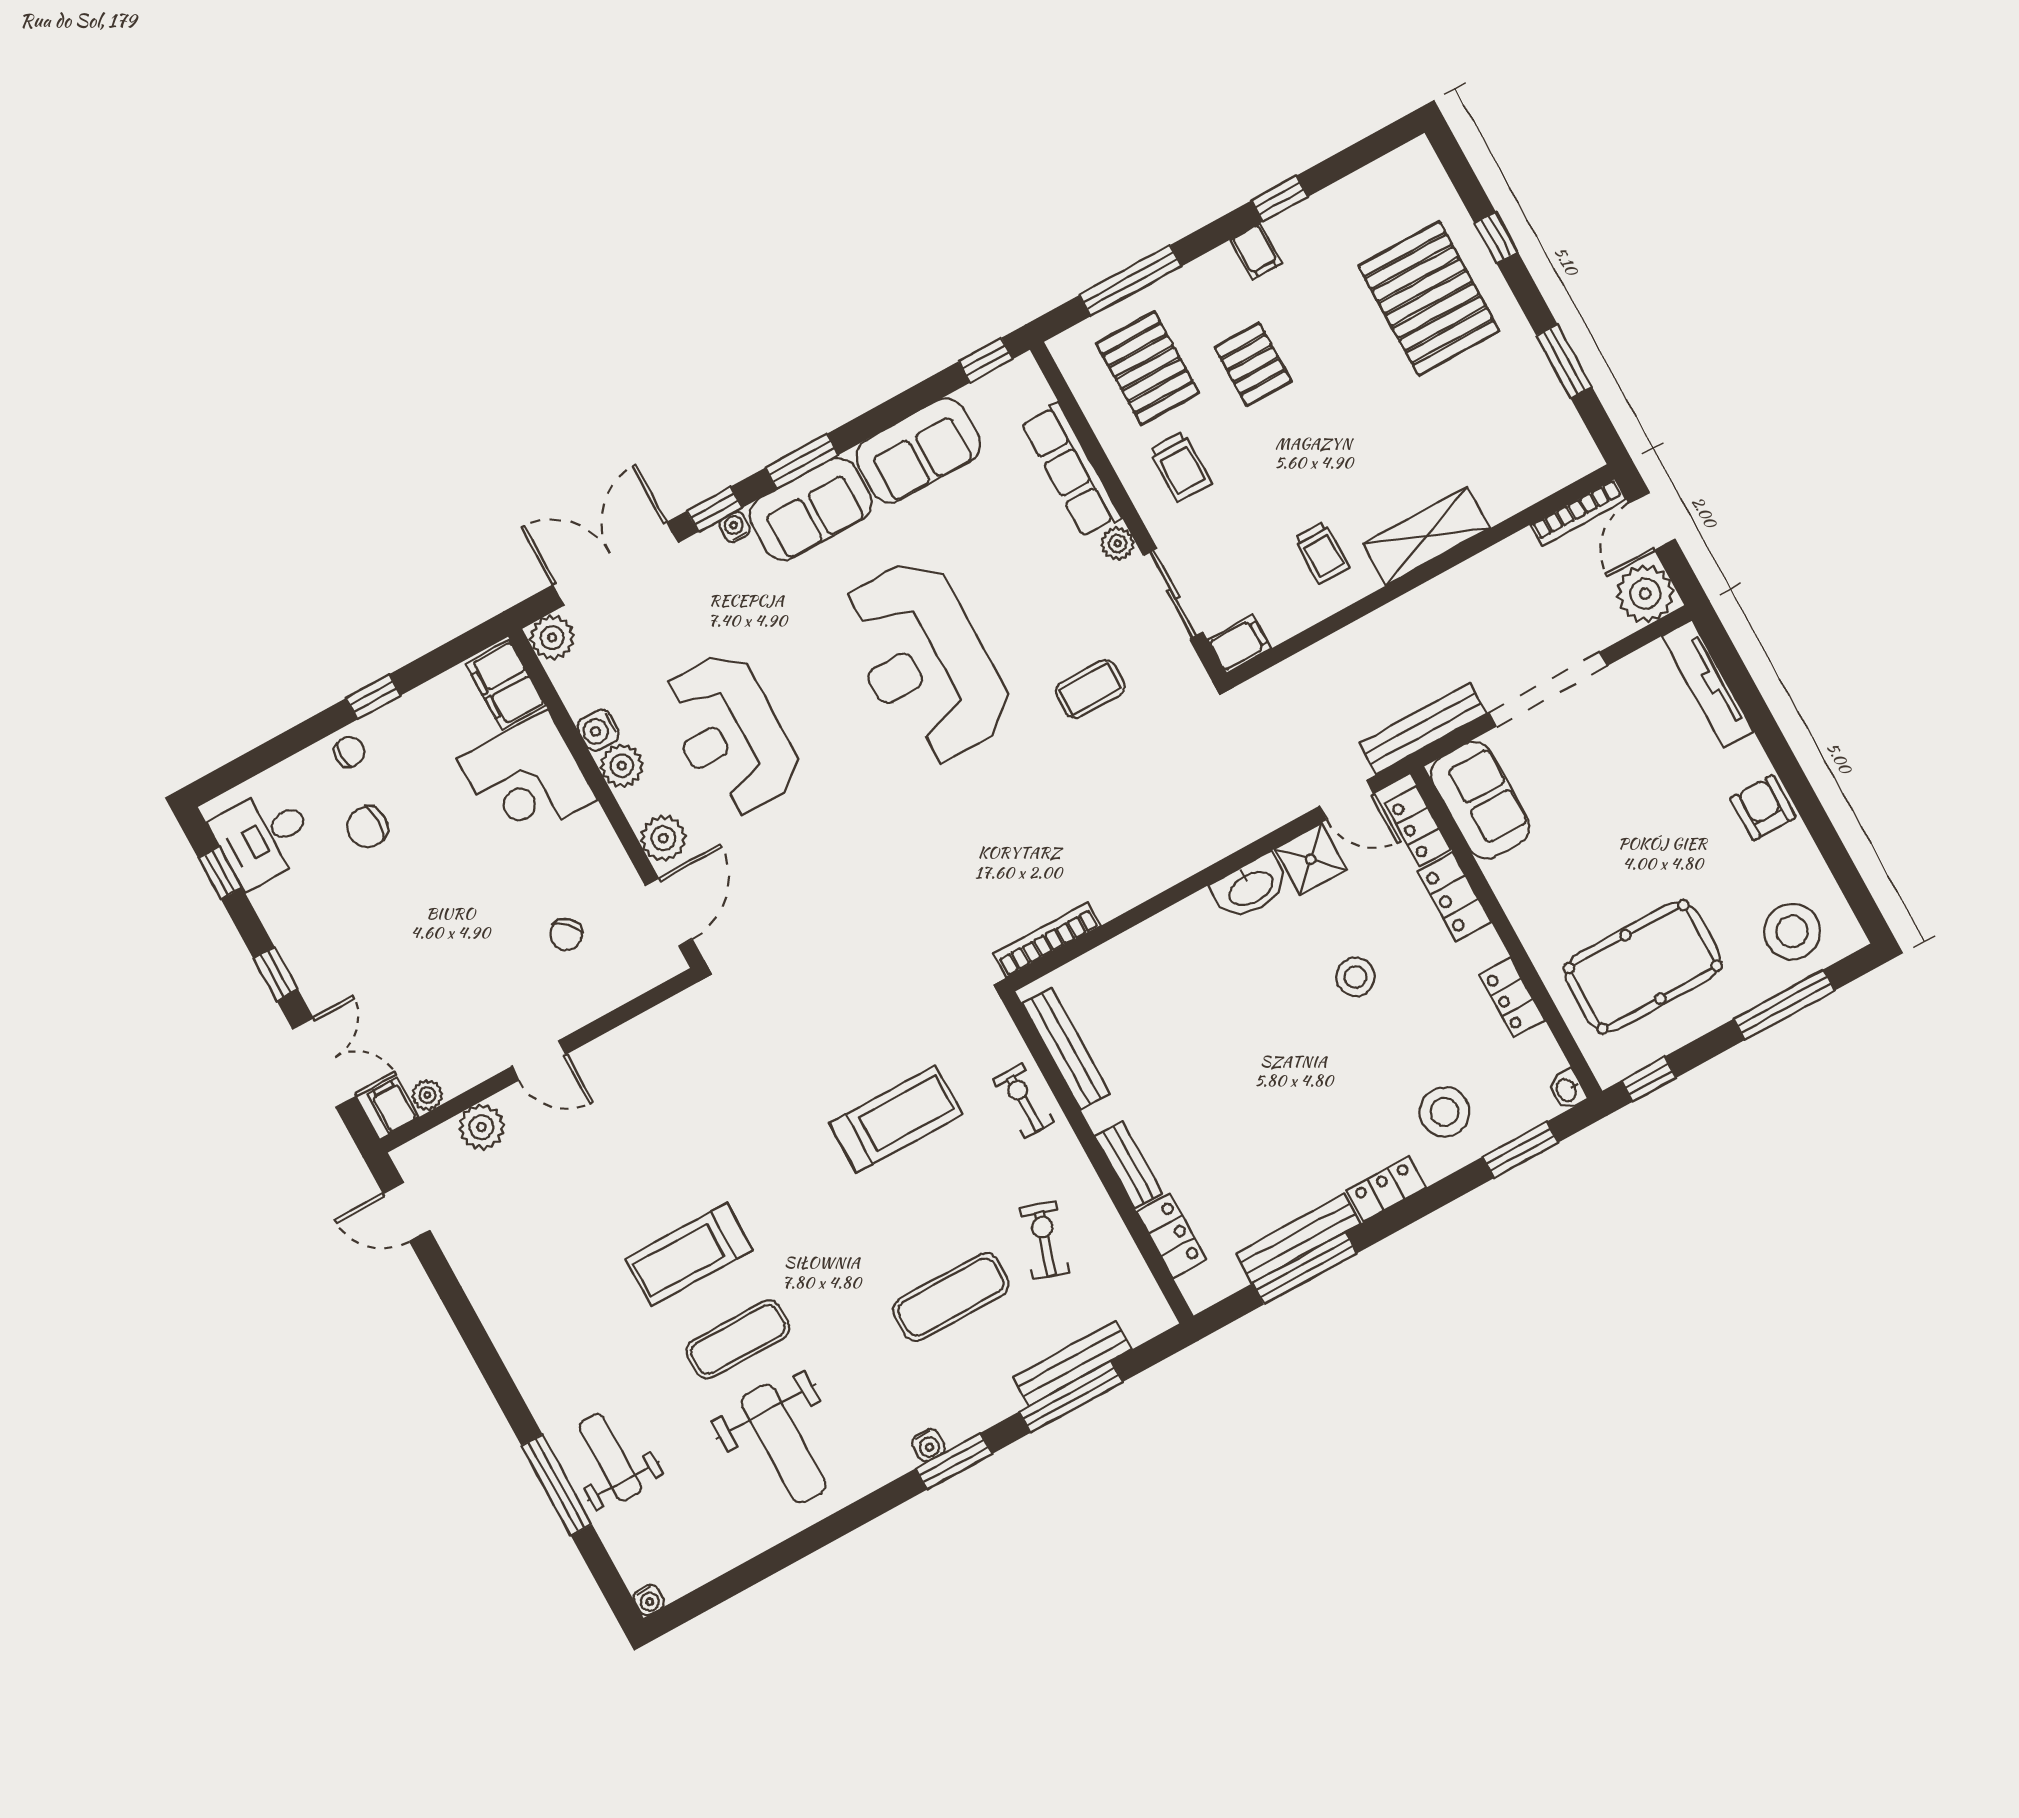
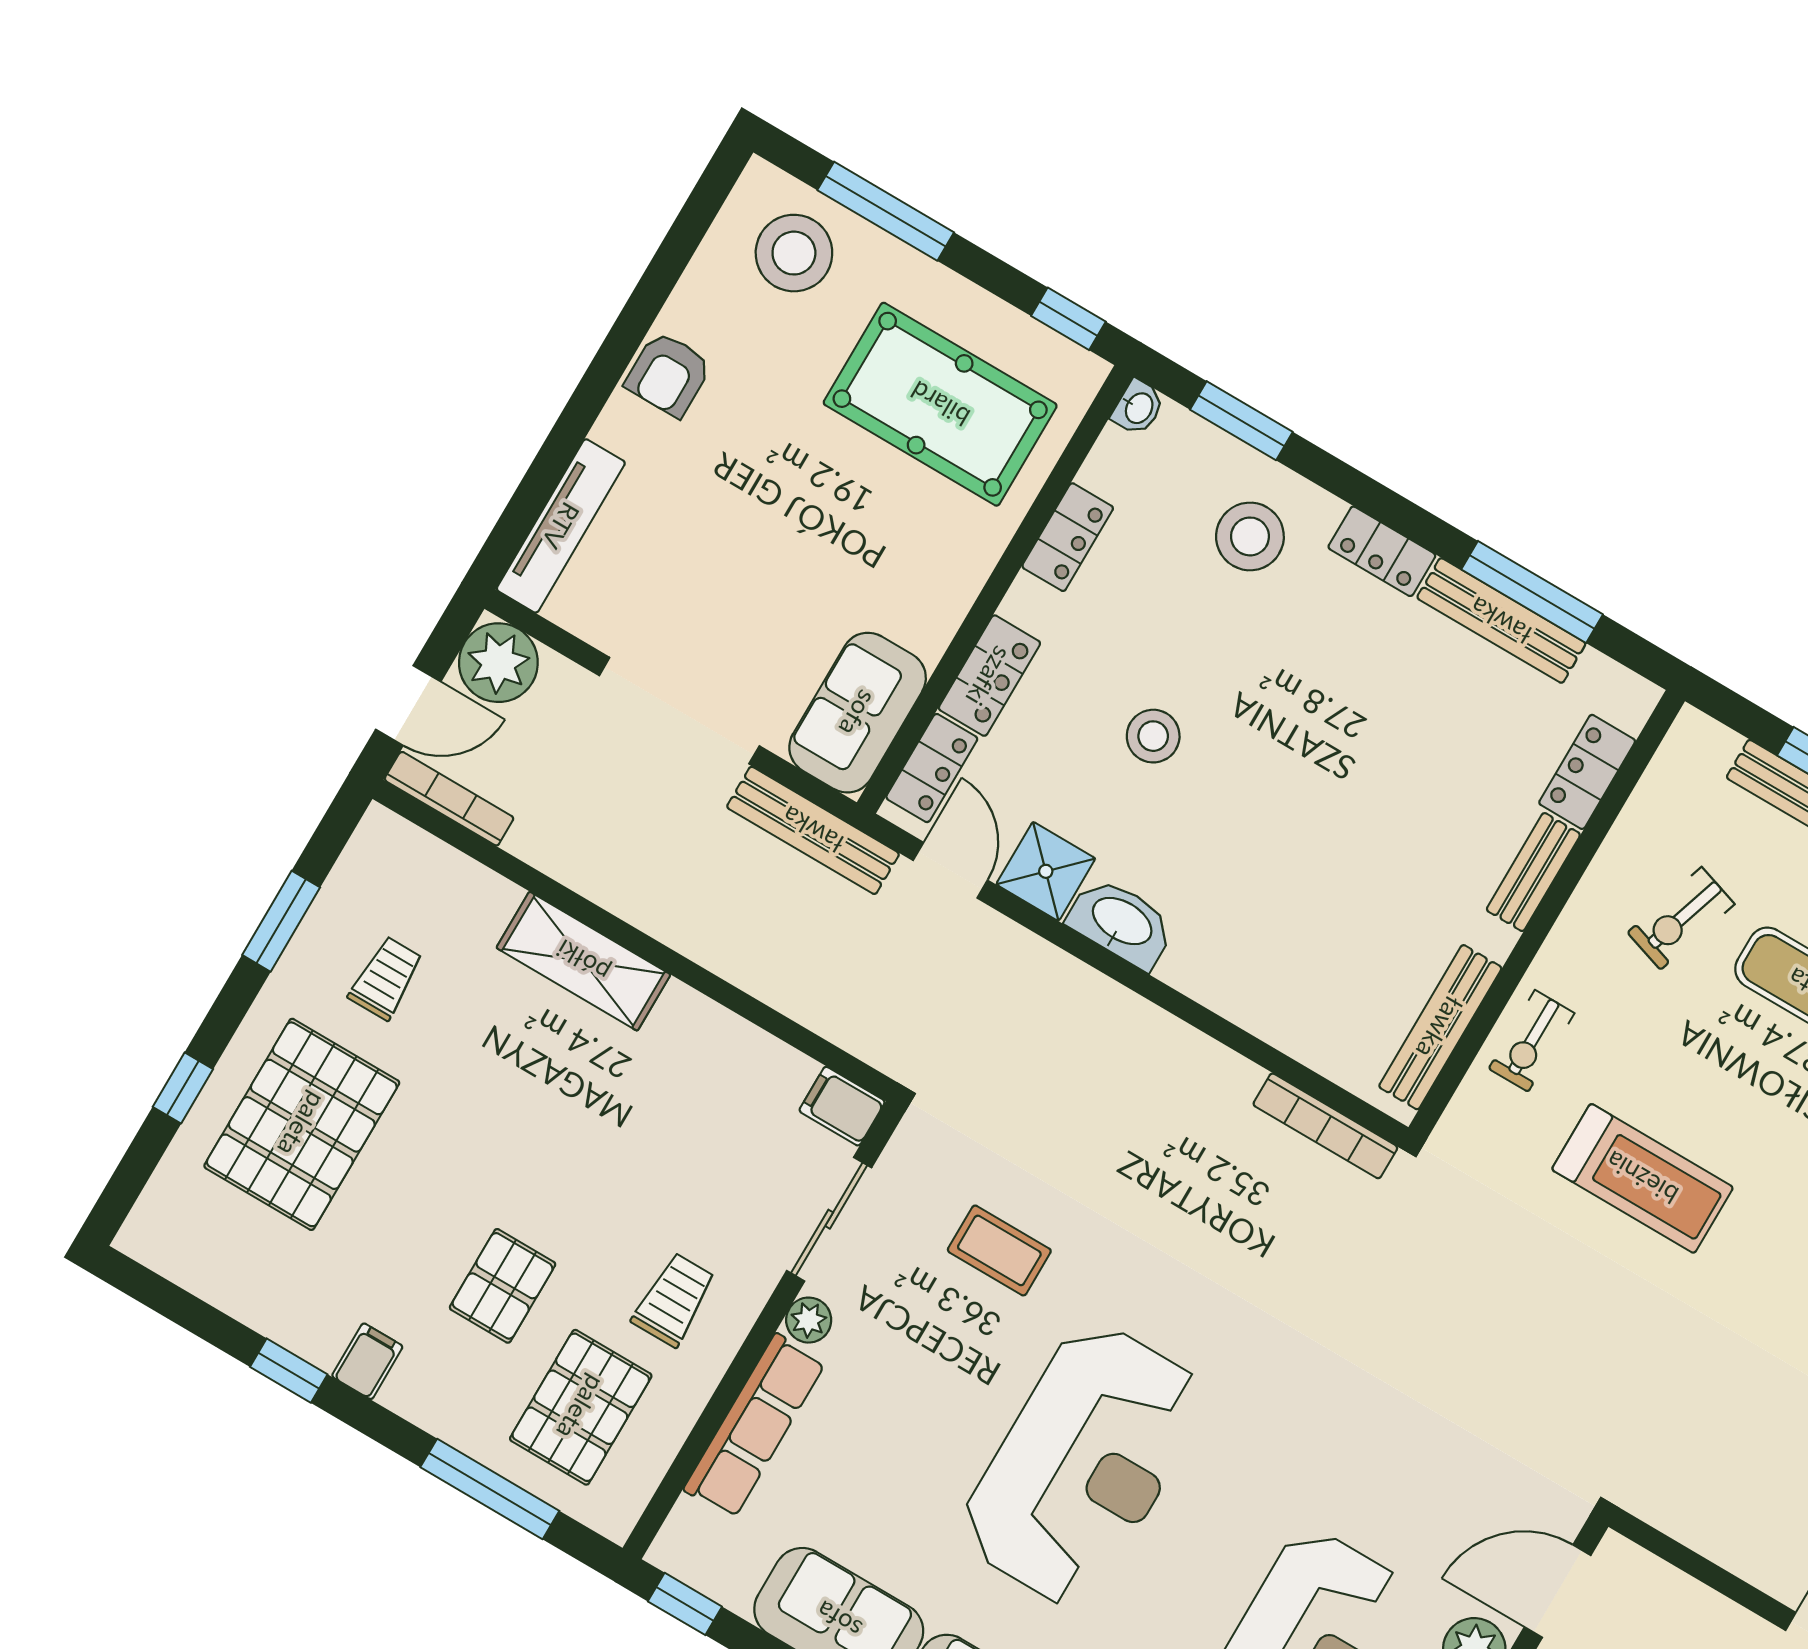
trolley: (1322, 553) -> (386, 978), moved
treadmill: (896, 1119) -> (1642, 1178), turned 180

